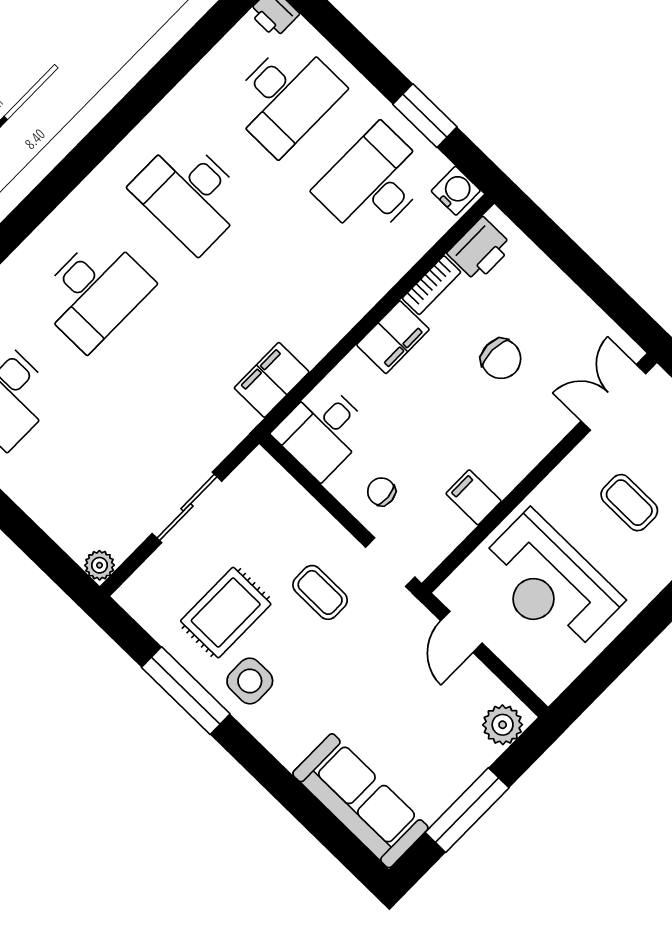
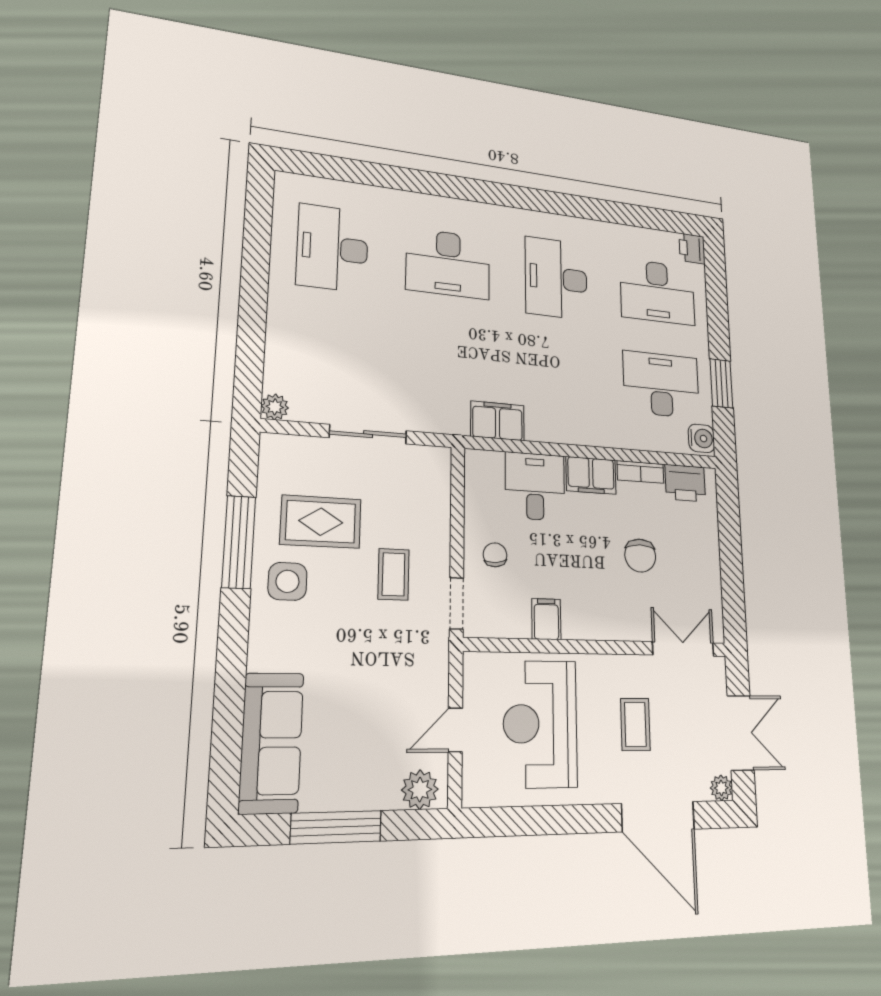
desk: (322, 431) -> (535, 486), moved, turned 90
door: (461, 632) -> (455, 730), moved

